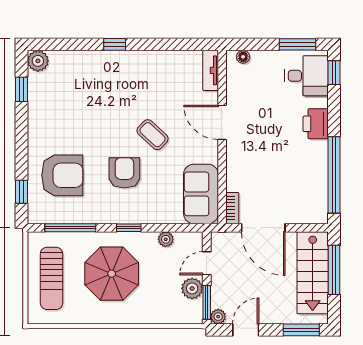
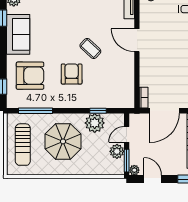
sofa: (201, 194) -> (18, 34), moved, turned 180
window: (129, 228) -> (98, 111), moved
door: (263, 228) -> (164, 111), hinge flipped
plant: (166, 239) -> (95, 123), width x1.87, depth x1.87
door: (246, 330) -> (153, 179), hinge flipped

